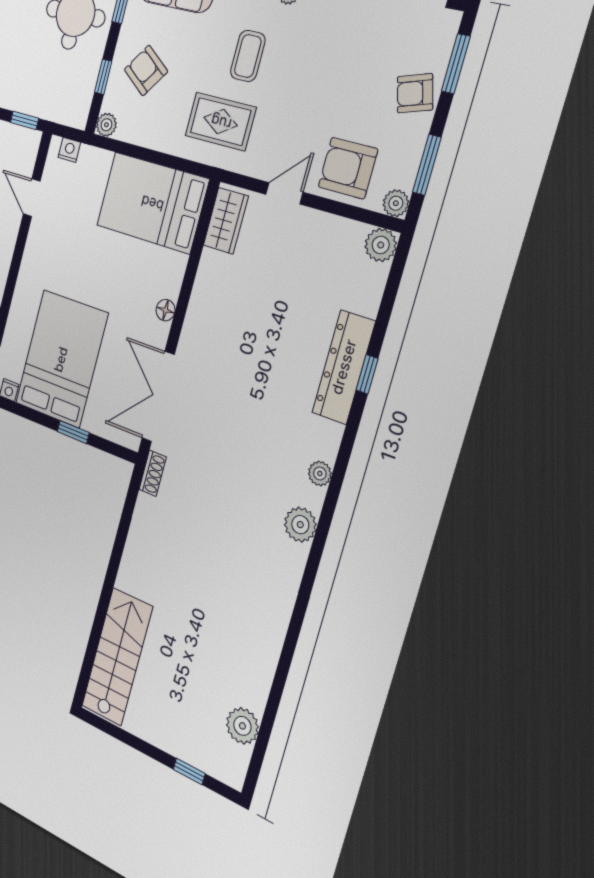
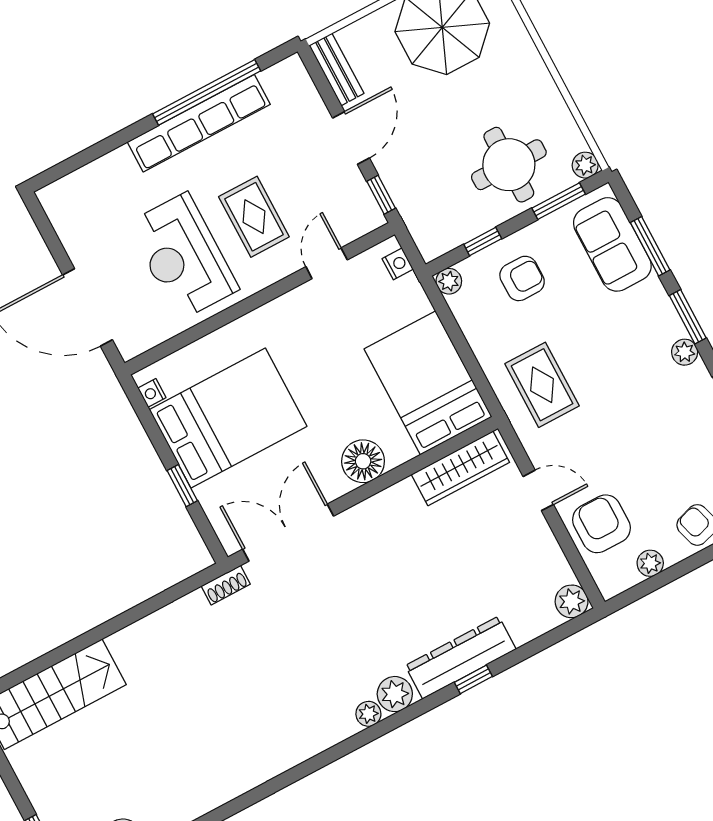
coffee table: (248, 56) -> (610, 362), removed
armchair: (146, 70) -> (522, 278), turned 54
window: (427, 165) -> (657, 582), removed
plant: (396, 203) -> (650, 563), moved
wardrobe: (226, 221) -> (460, 468), width x1.50
floor lamp: (166, 310) -> (363, 461), width x1.89, depth x1.89
plant: (300, 525) -> (395, 694), moved

